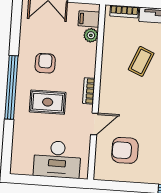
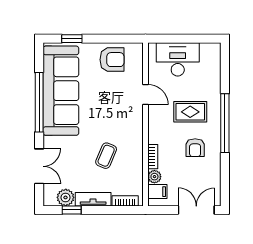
bookcase: (89, 91) -> (153, 157), moved
door: (94, 124) -> (146, 95), swing flipped
armchair: (125, 150) -> (112, 60), moved

